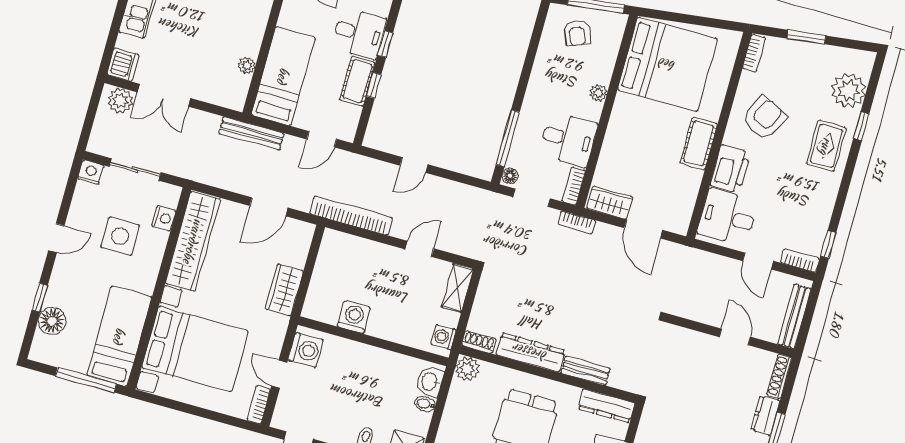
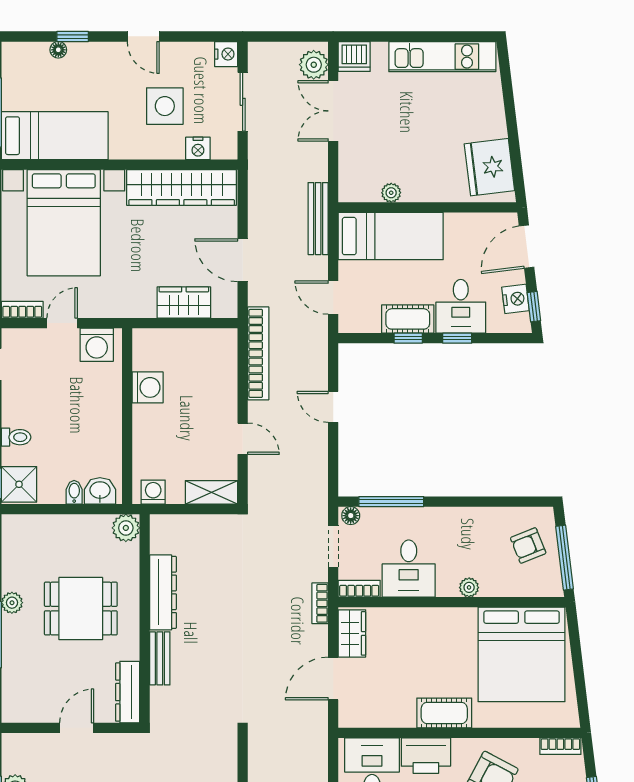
wardrobe: (284, 290) -> (184, 303), moved
floor lamp: (52, 321) -> (58, 50), width x0.53, depth x0.53
shoe rack: (479, 342) -> (158, 532), removed

